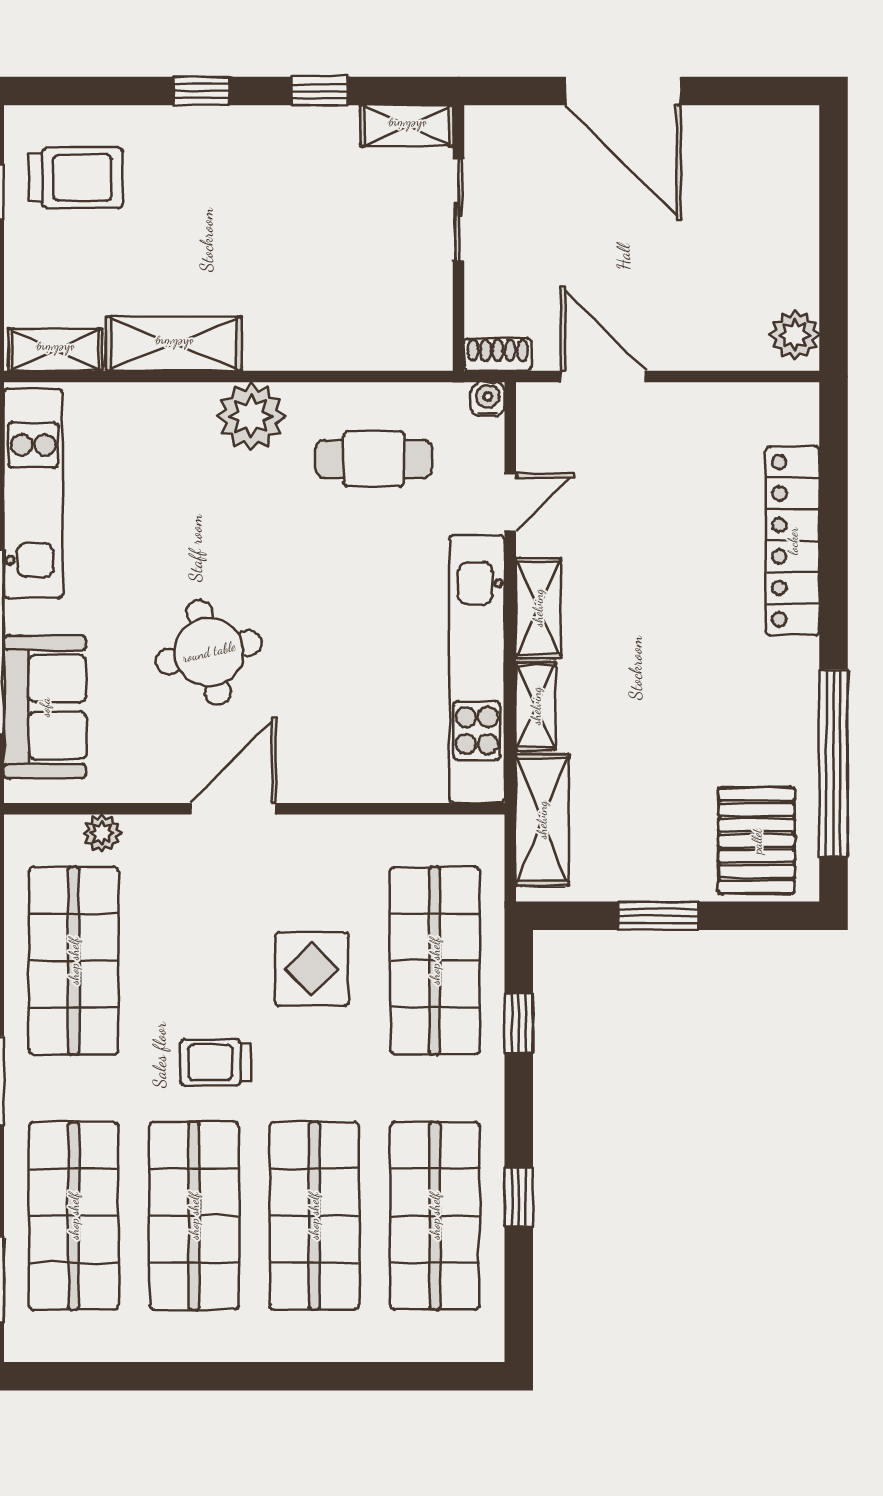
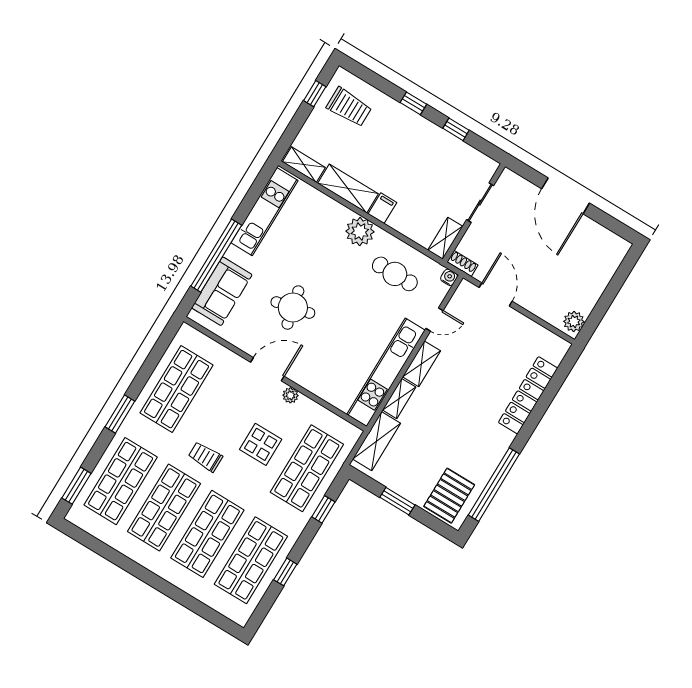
shelving: (407, 126) -> (445, 238), moved, turned 90
filing cabinet: (268, 341) -> (382, 208), added
plant: (102, 833) -> (290, 395), moved

